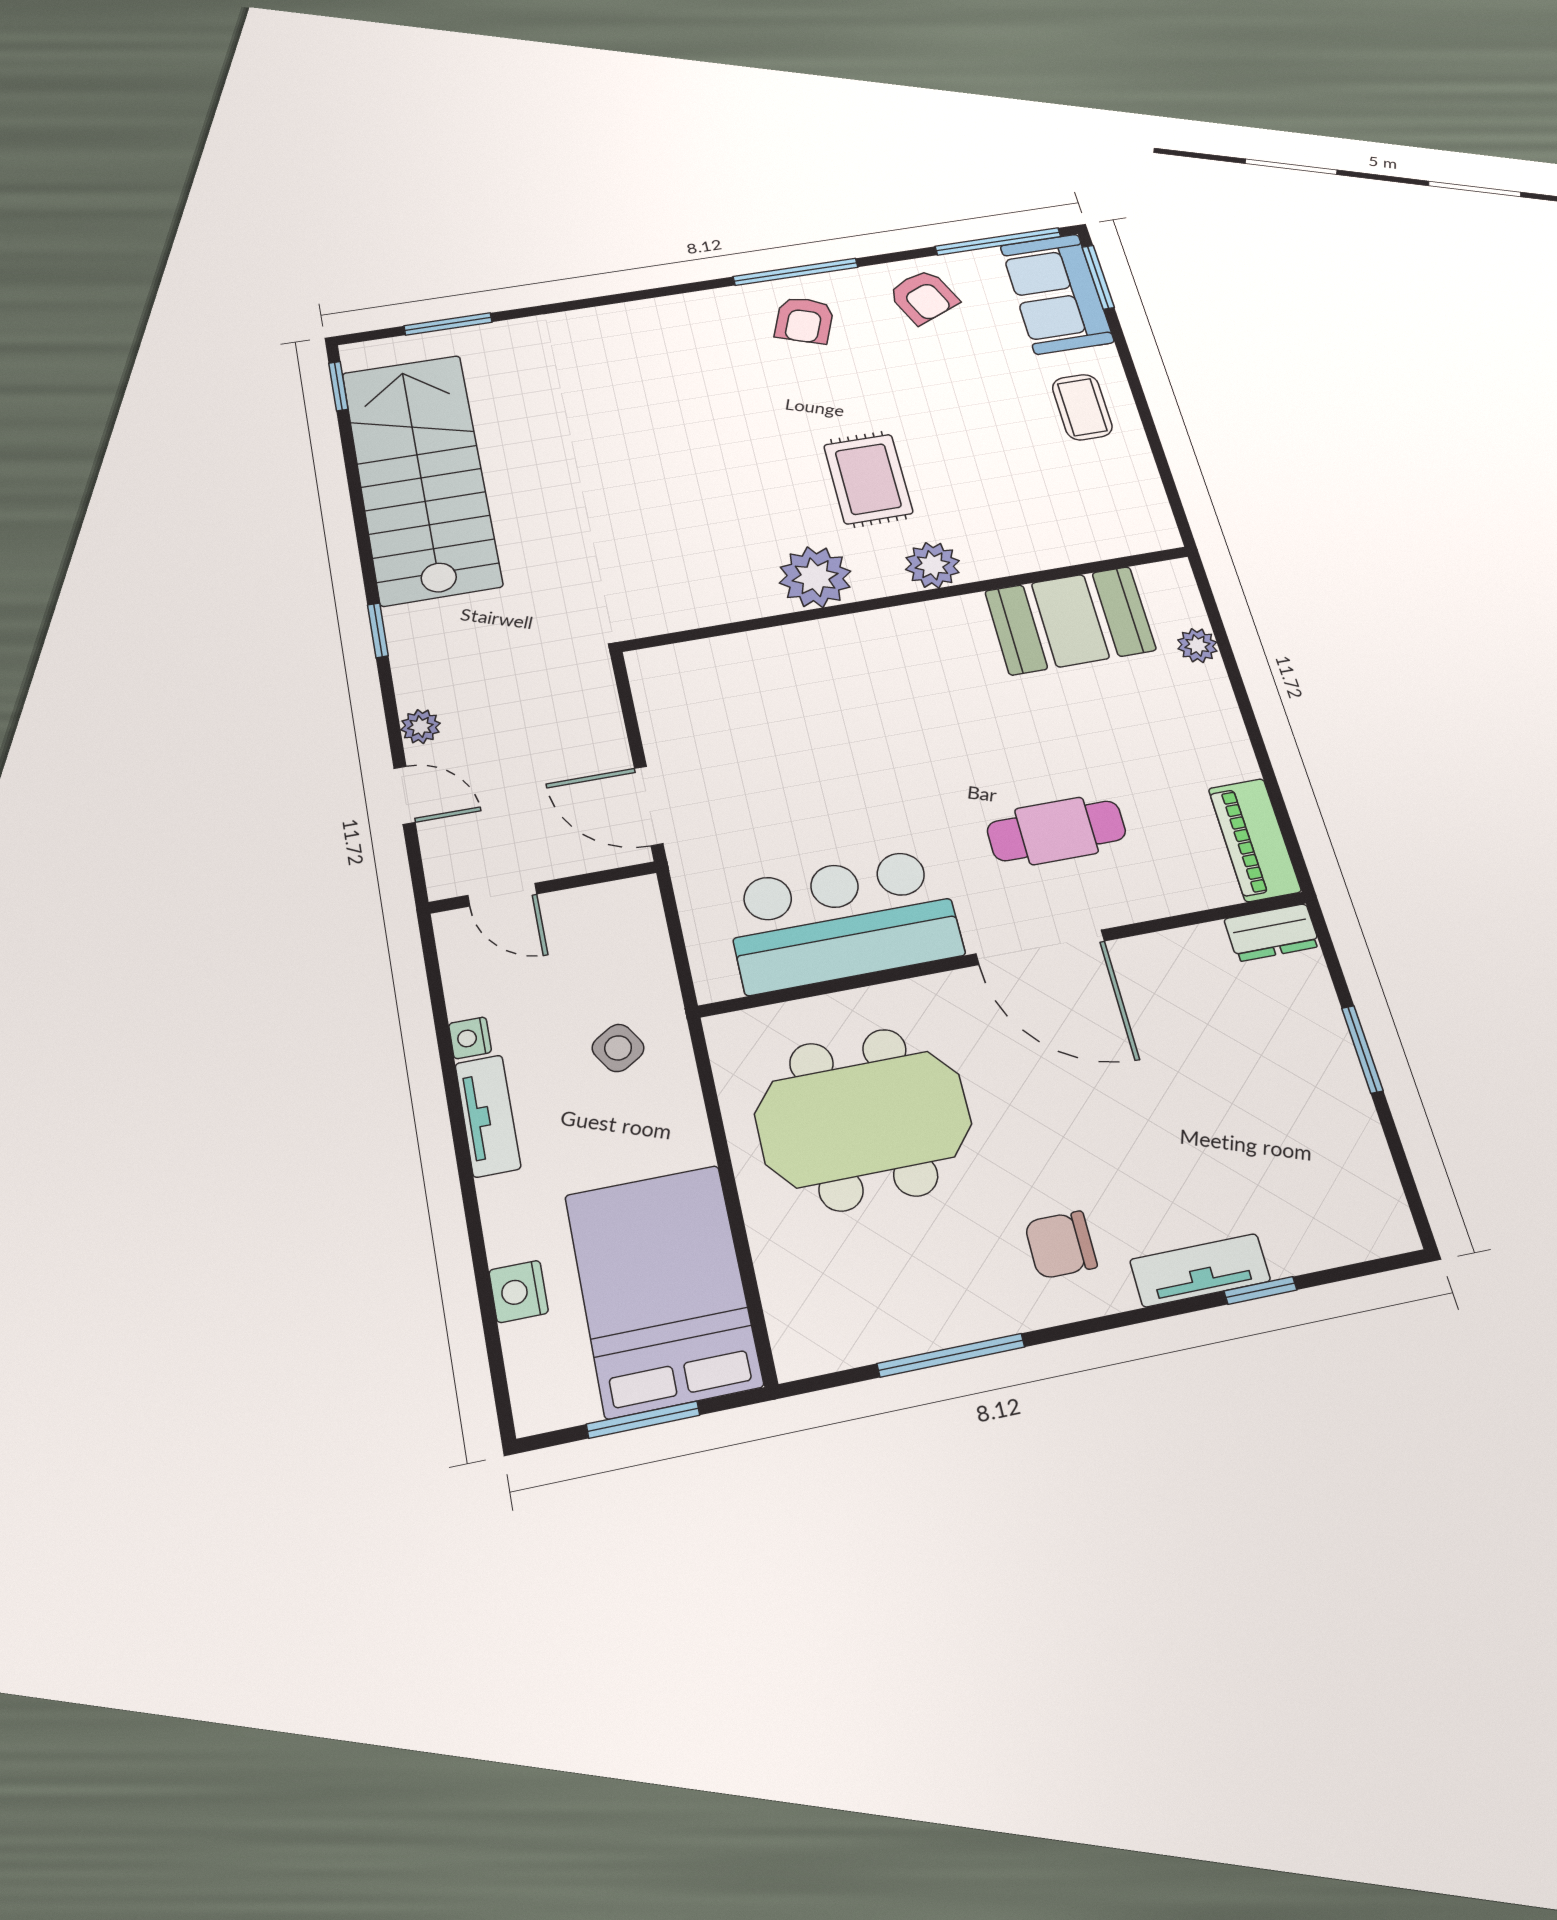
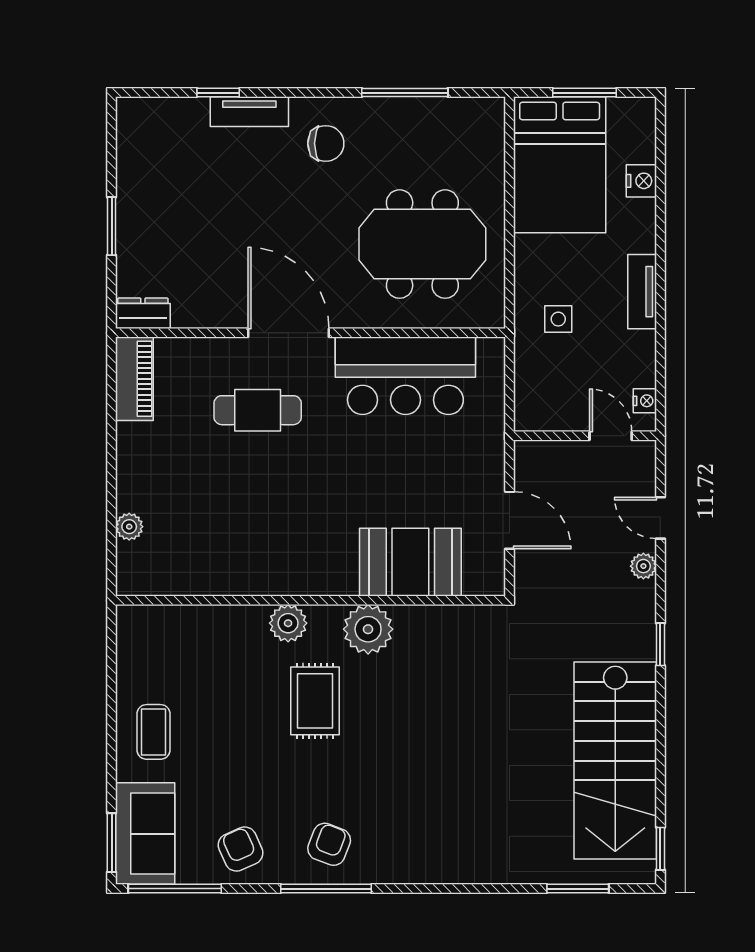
booth: (1070, 621) -> (410, 562), moved
door: (649, 806) -> (510, 520), moved
nightstand: (470, 1038) -> (645, 401), moved
side table: (618, 1048) -> (558, 319), turned 32

